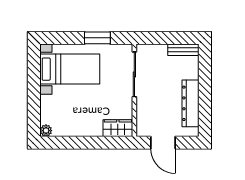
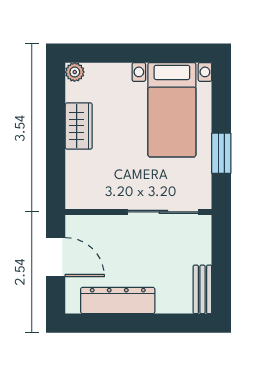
wardrobe: (118, 128) -> (79, 126), moved
door: (163, 143) -> (56, 257), swing flipped

